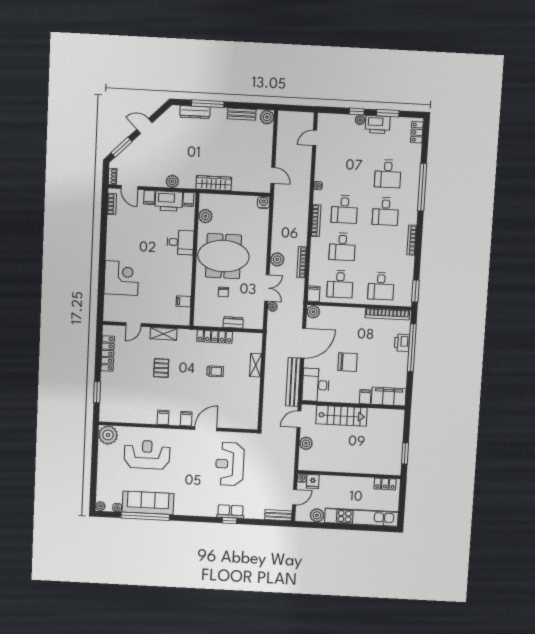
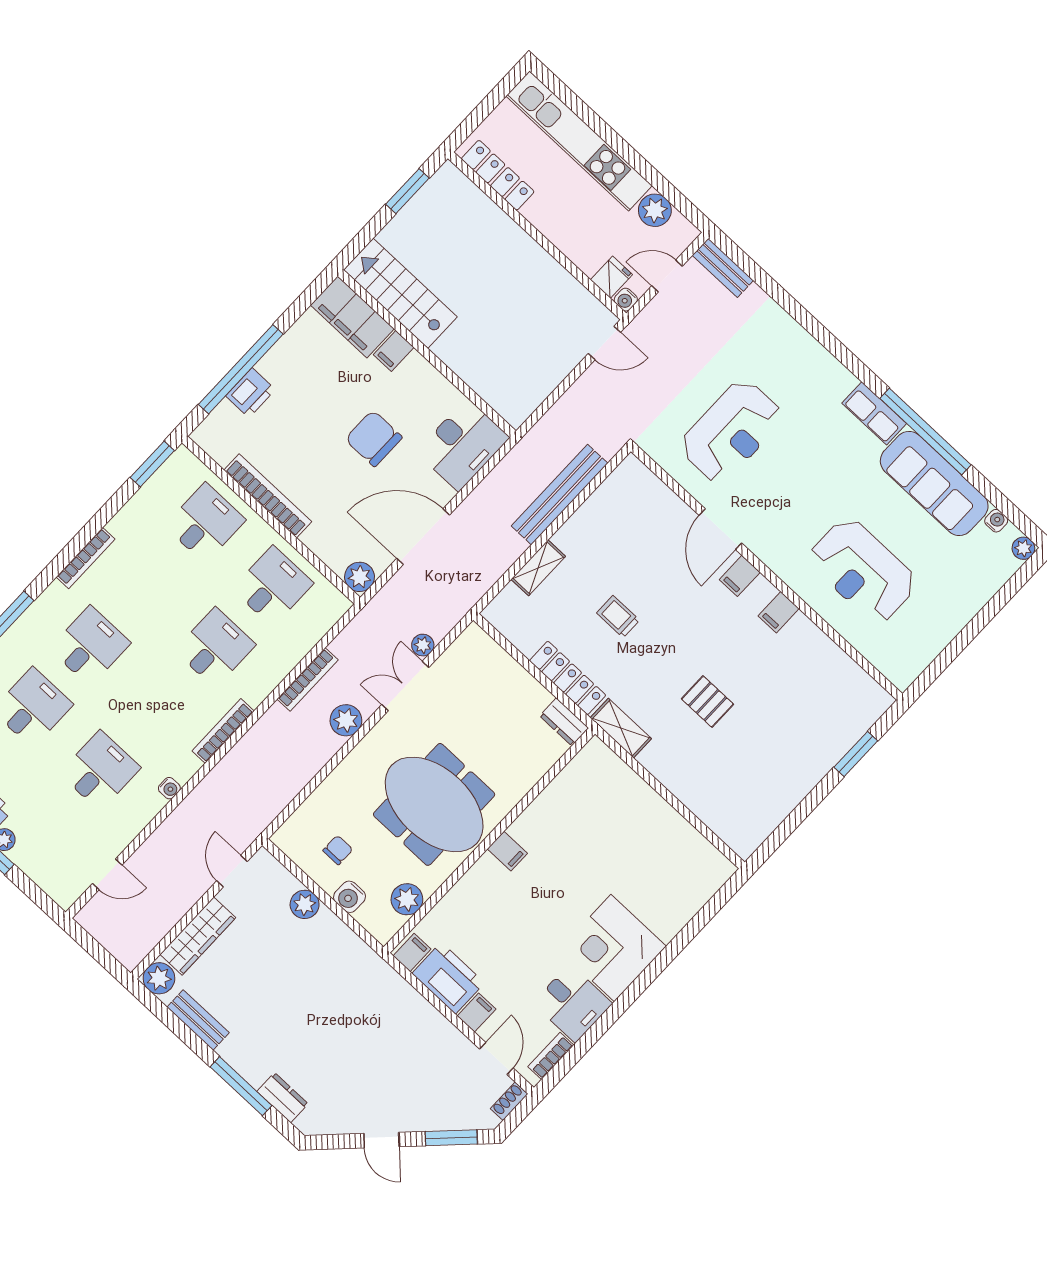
dresser: (195, 112) -> (283, 1098), width x0.70
plant: (172, 181) -> (305, 904), moved
wardrobe: (214, 183) -> (198, 936), moved, turned -90
water cooler: (264, 202) -> (349, 897), moved
desk: (344, 209) -> (100, 771), moved
desk: (180, 242) -> (572, 1003), moved, turned 180
corner desk: (121, 278) -> (613, 948), moved
chair: (223, 292) -> (338, 850), moved
filing cabinet: (314, 294) -> (333, 608), removed
filing cabinet: (184, 301) -> (507, 851), moved
bookcase: (387, 314) -> (268, 496), moved
dresser: (233, 322) -> (564, 722), moved
door: (133, 325) -> (691, 818), removed
shelving: (164, 334) -> (621, 728), moved
locker: (108, 354) -> (779, 805), removed
pallet: (161, 368) -> (707, 702), turned 90
bench: (293, 382) -> (560, 495), moved
stairs: (342, 416) -> (400, 293), moved
door: (299, 419) -> (604, 343), moved
door: (206, 429) -> (720, 529), hinge flipped
plant: (108, 435) -> (901, 663), removed
plant: (306, 443) -> (566, 355), removed
locker: (385, 484) -> (498, 175), width x1.53
row of seats: (230, 511) -> (874, 413), moved
window: (145, 516) -> (925, 432), moved
window: (229, 521) -> (817, 331), removed

